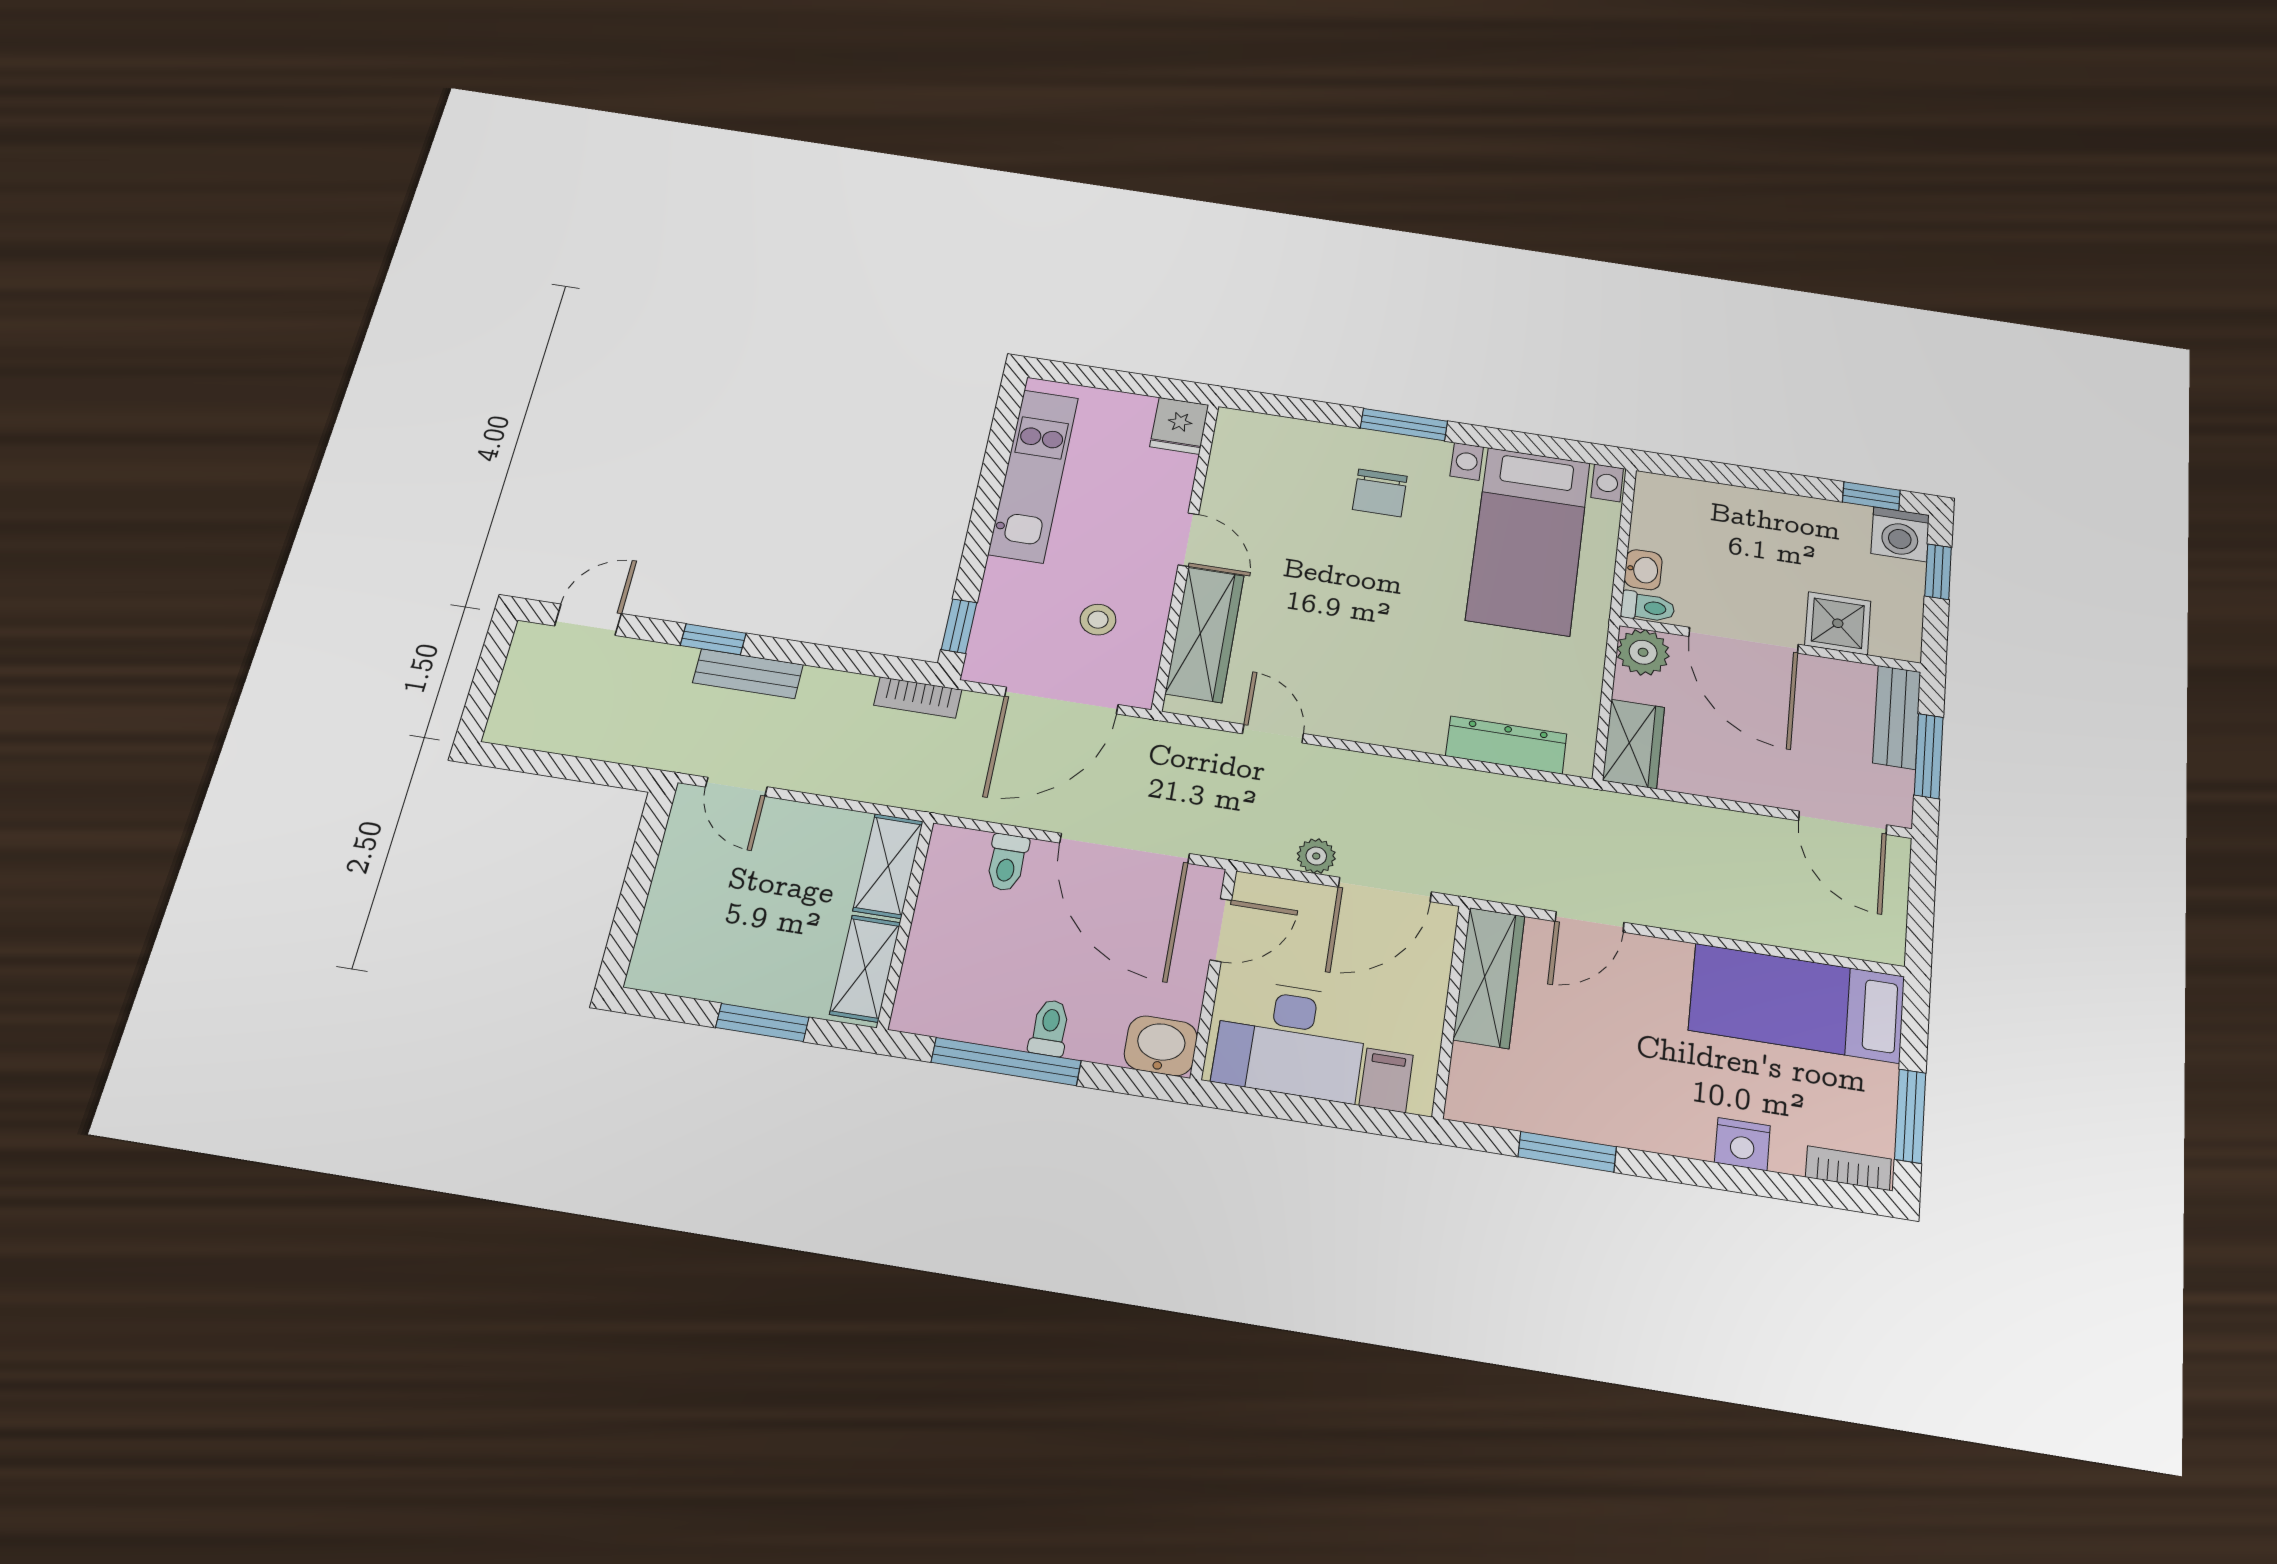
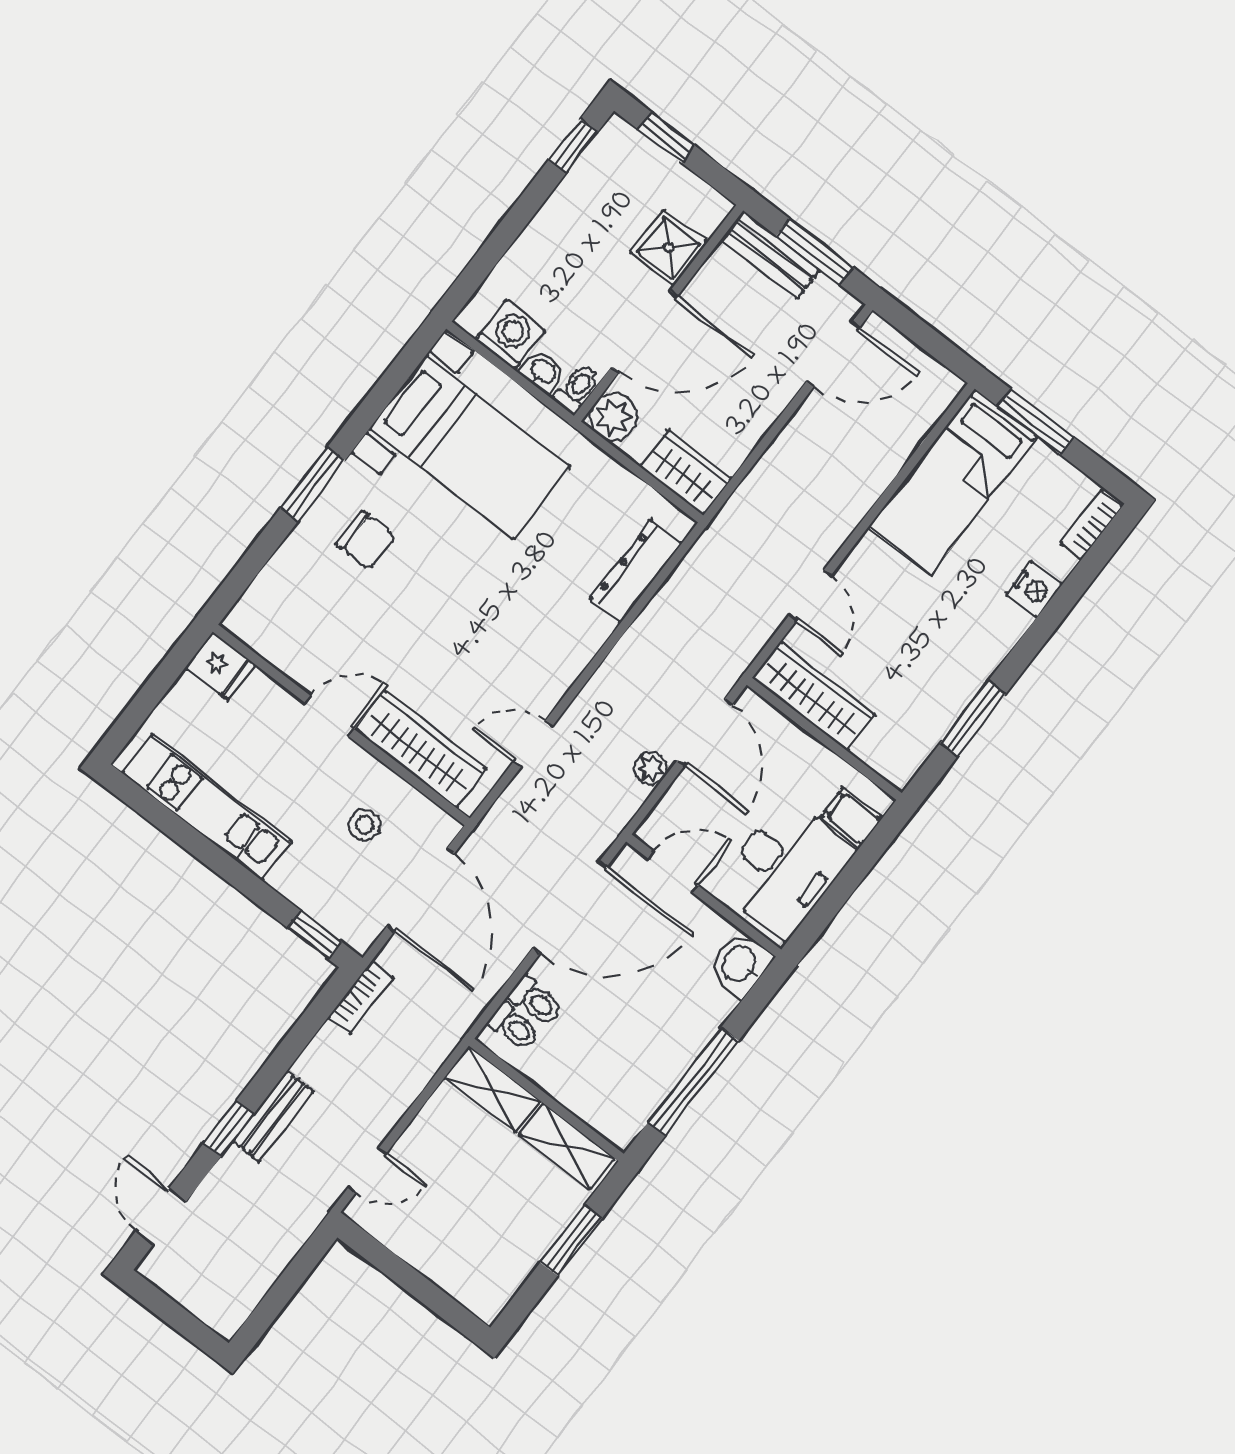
washing machine: (1900, 534) -> (510, 335), moved, turned -90
door: (1221, 930) -> (673, 872), hinge flipped
toilet: (1050, 1028) -> (514, 1026), moved, turned 180
window: (1910, 1116) -> (1035, 421), moved

